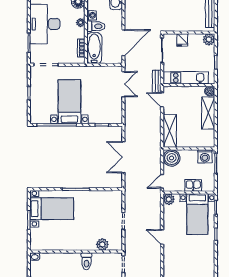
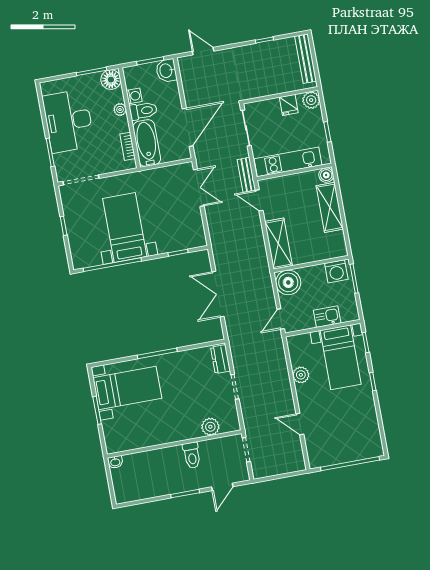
fridge: (182, 40) -> (289, 105), moved
plant: (169, 199) -> (301, 375), moved
dresser: (117, 201) -> (220, 359), added
door: (162, 237) -> (300, 424), moved

